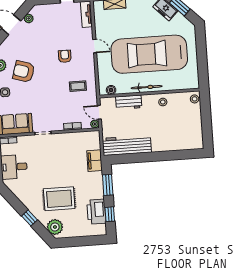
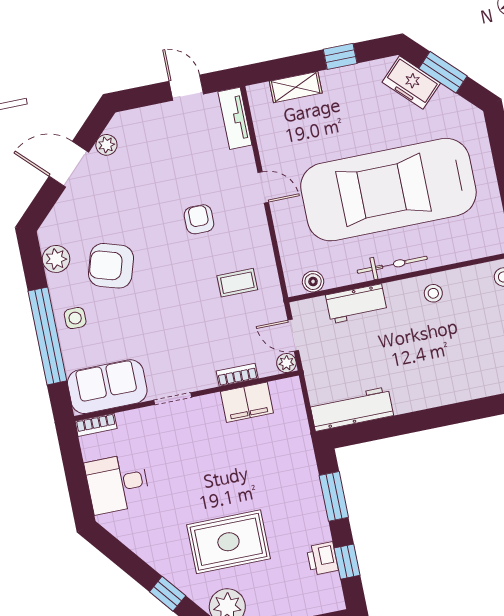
workbench: (127, 145) -> (352, 409), width x0.73, depth x0.76
filing cabinet: (95, 161) -> (247, 402), moved, turned -90
printer: (96, 212) -> (322, 559), width x0.53, depth x0.68

